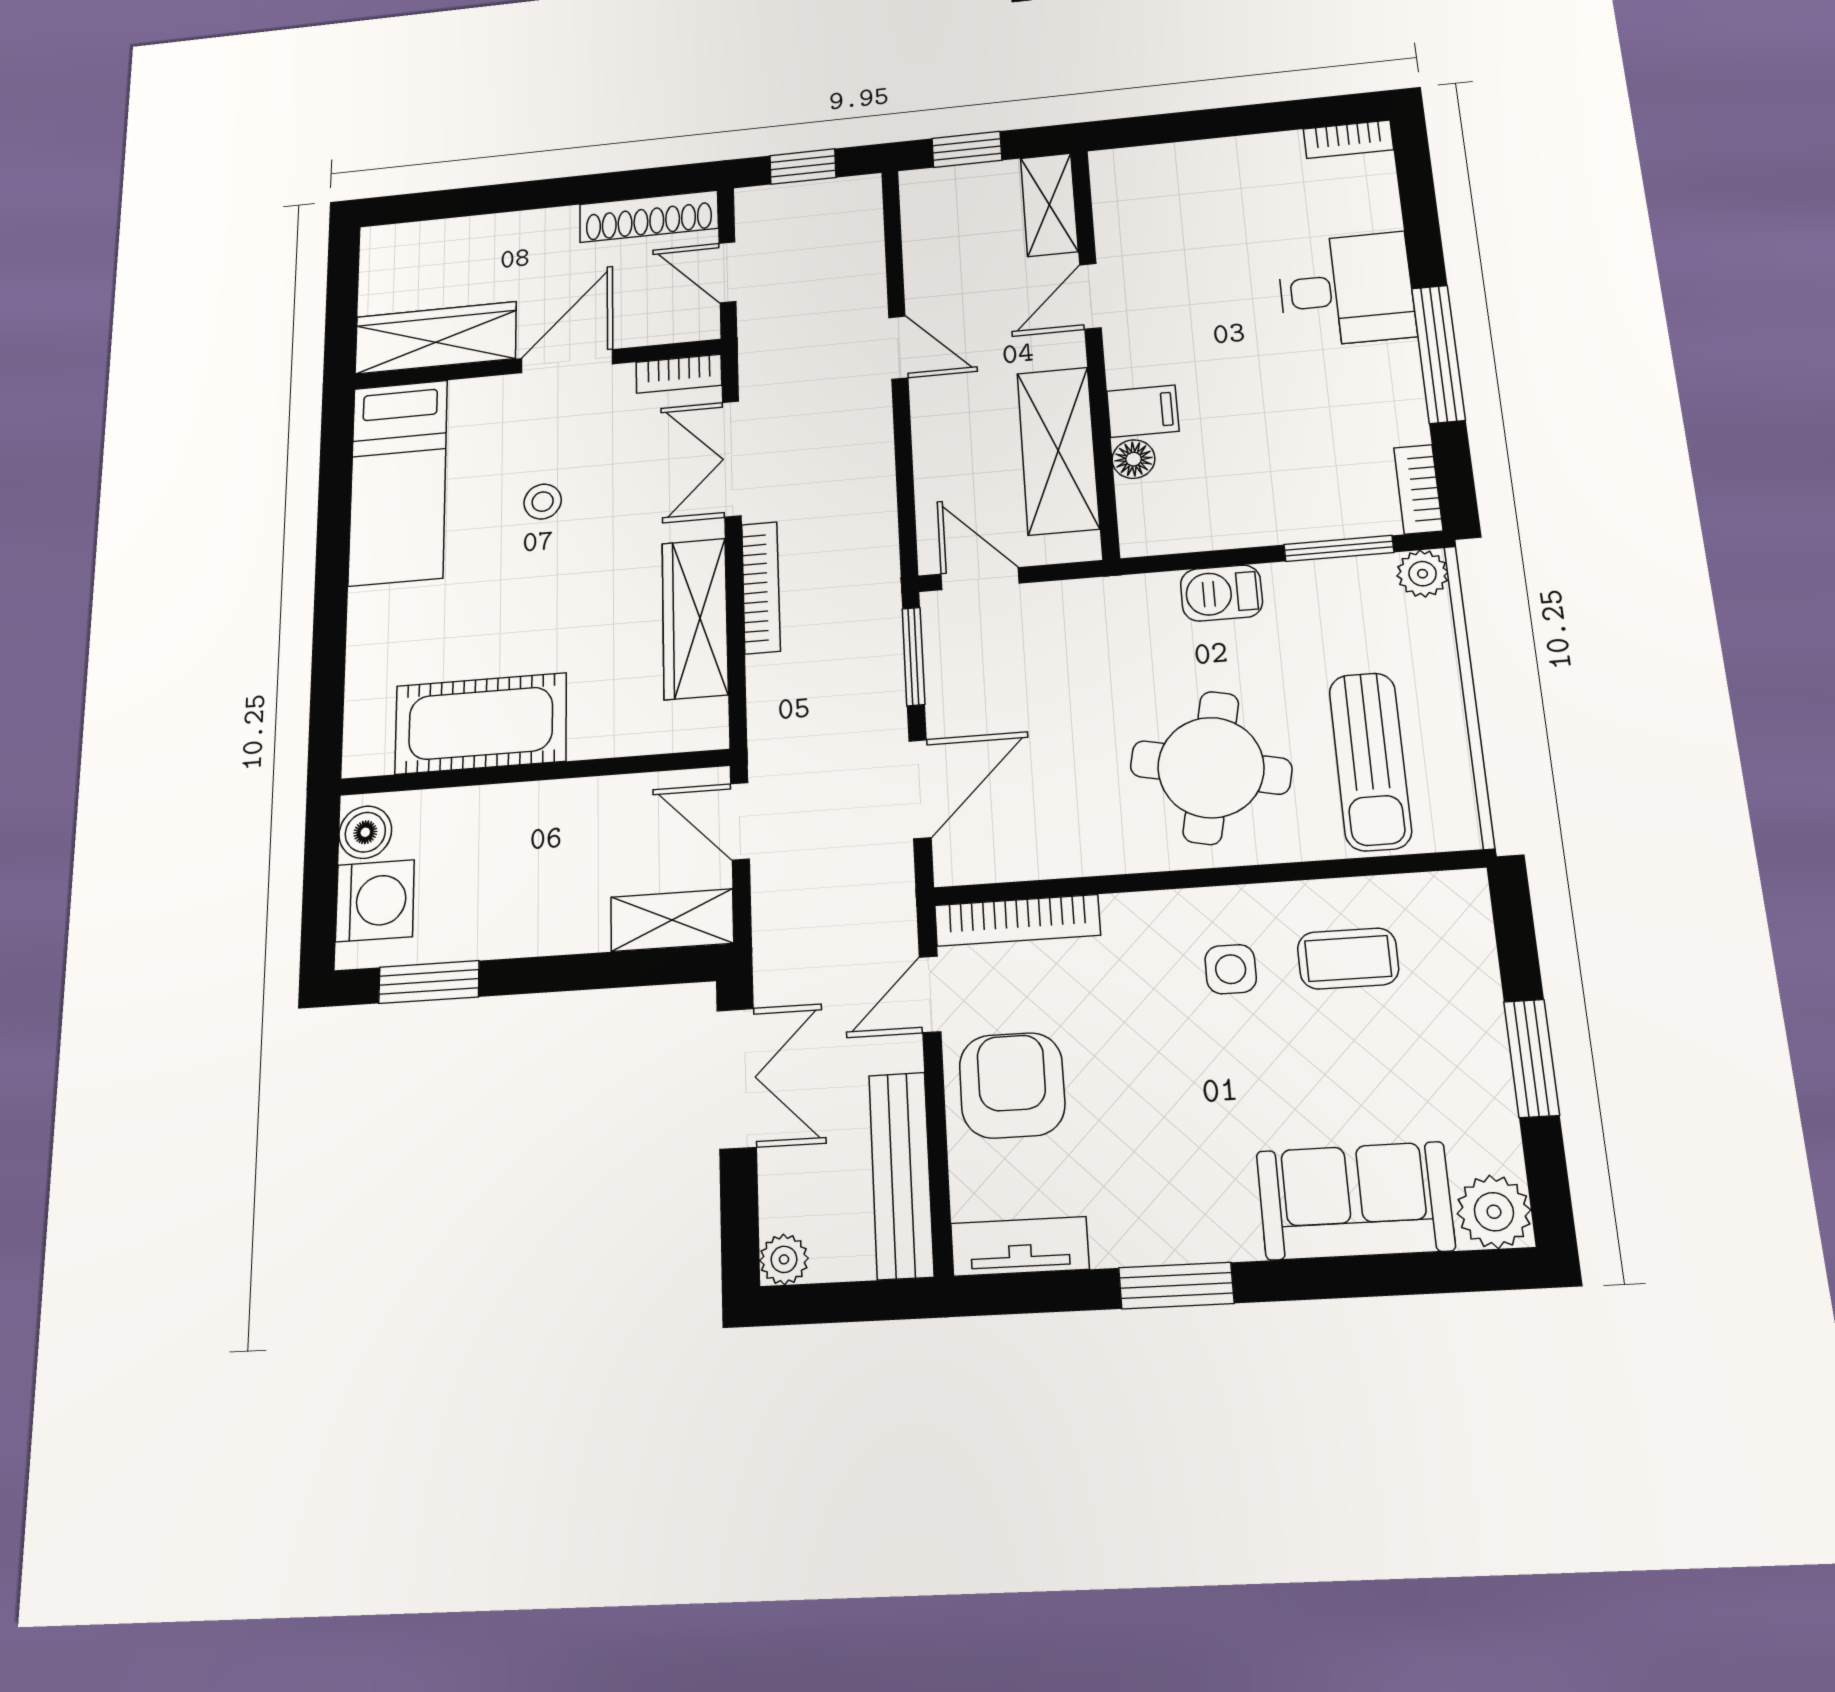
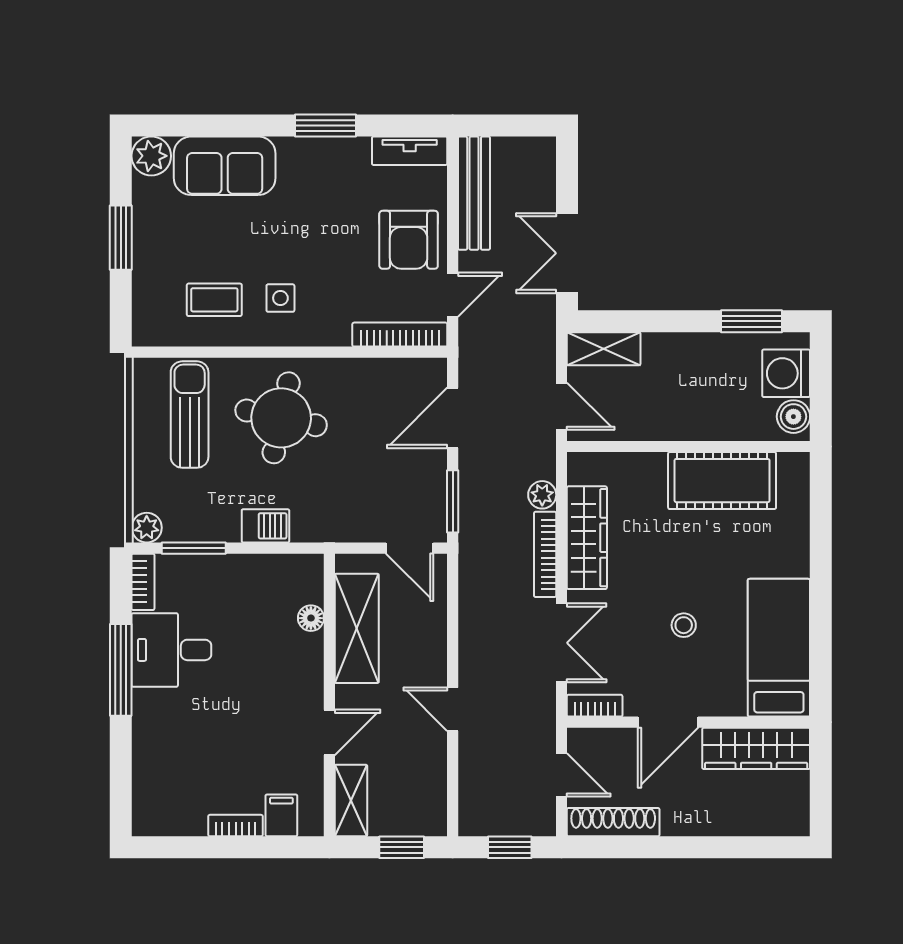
bookcase: (1348, 139) -> (236, 826), moved
desk: (1346, 290) -> (171, 650), moved
filing cabinet: (1143, 411) -> (281, 815), moved, turned 90
plant: (784, 1259) -> (542, 495), moved

